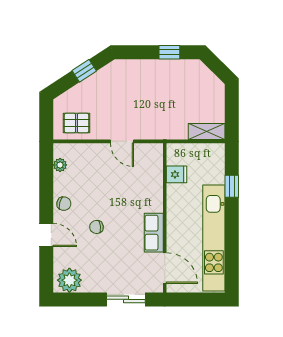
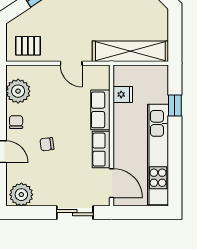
shelving: (207, 132) -> (130, 51), width x2.20, depth x1.33
plant: (60, 165) -> (18, 91), width x1.88, depth x1.88
row of seats: (153, 191) -> (100, 110), added
chair: (64, 204) -> (16, 122), turned -104

